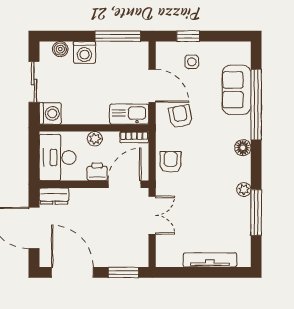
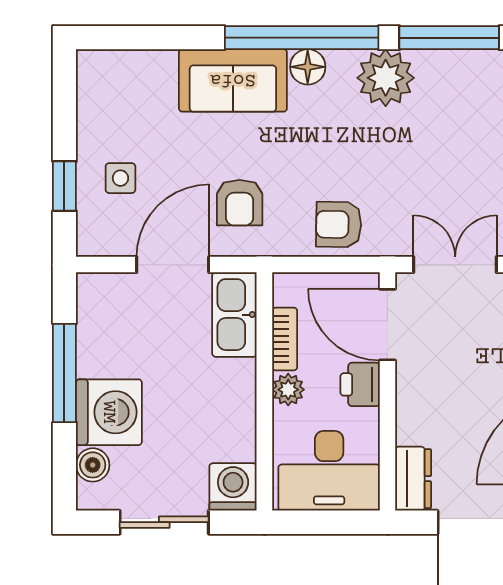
window: (118, 36) -> (64, 373), moved
washing machine: (84, 52) -> (109, 412), width x1.37, depth x1.37
sofa: (237, 90) -> (233, 80), moved
window: (256, 105) -> (302, 38), moved
armchair: (180, 116) -> (240, 203), turned -79
bookcase: (134, 137) -> (285, 339), moved
plant: (244, 190) -> (386, 78), width x1.88, depth x1.88

